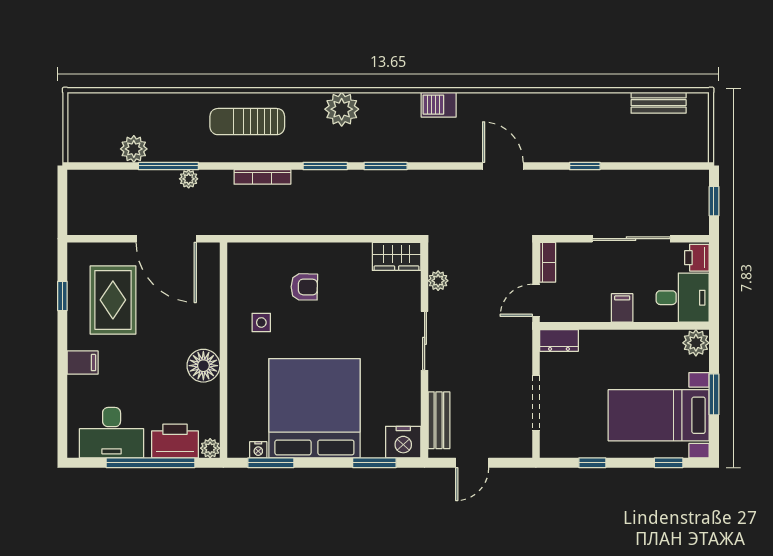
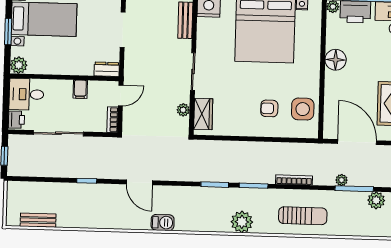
barbecue: (439, 105) -> (163, 223), moved
wardrobe: (397, 256) -> (203, 114), moved, turned 90
filing cabinet: (622, 308) -> (80, 89), moved
side table: (261, 322) -> (303, 109), moved, width x1.87, depth x1.87

